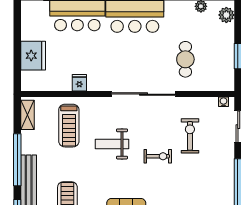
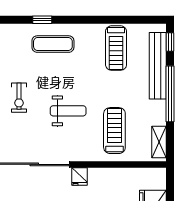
fridge: (79, 83) -> (80, 176), moved
exercise bike: (158, 156) -> (19, 98), turned -90

